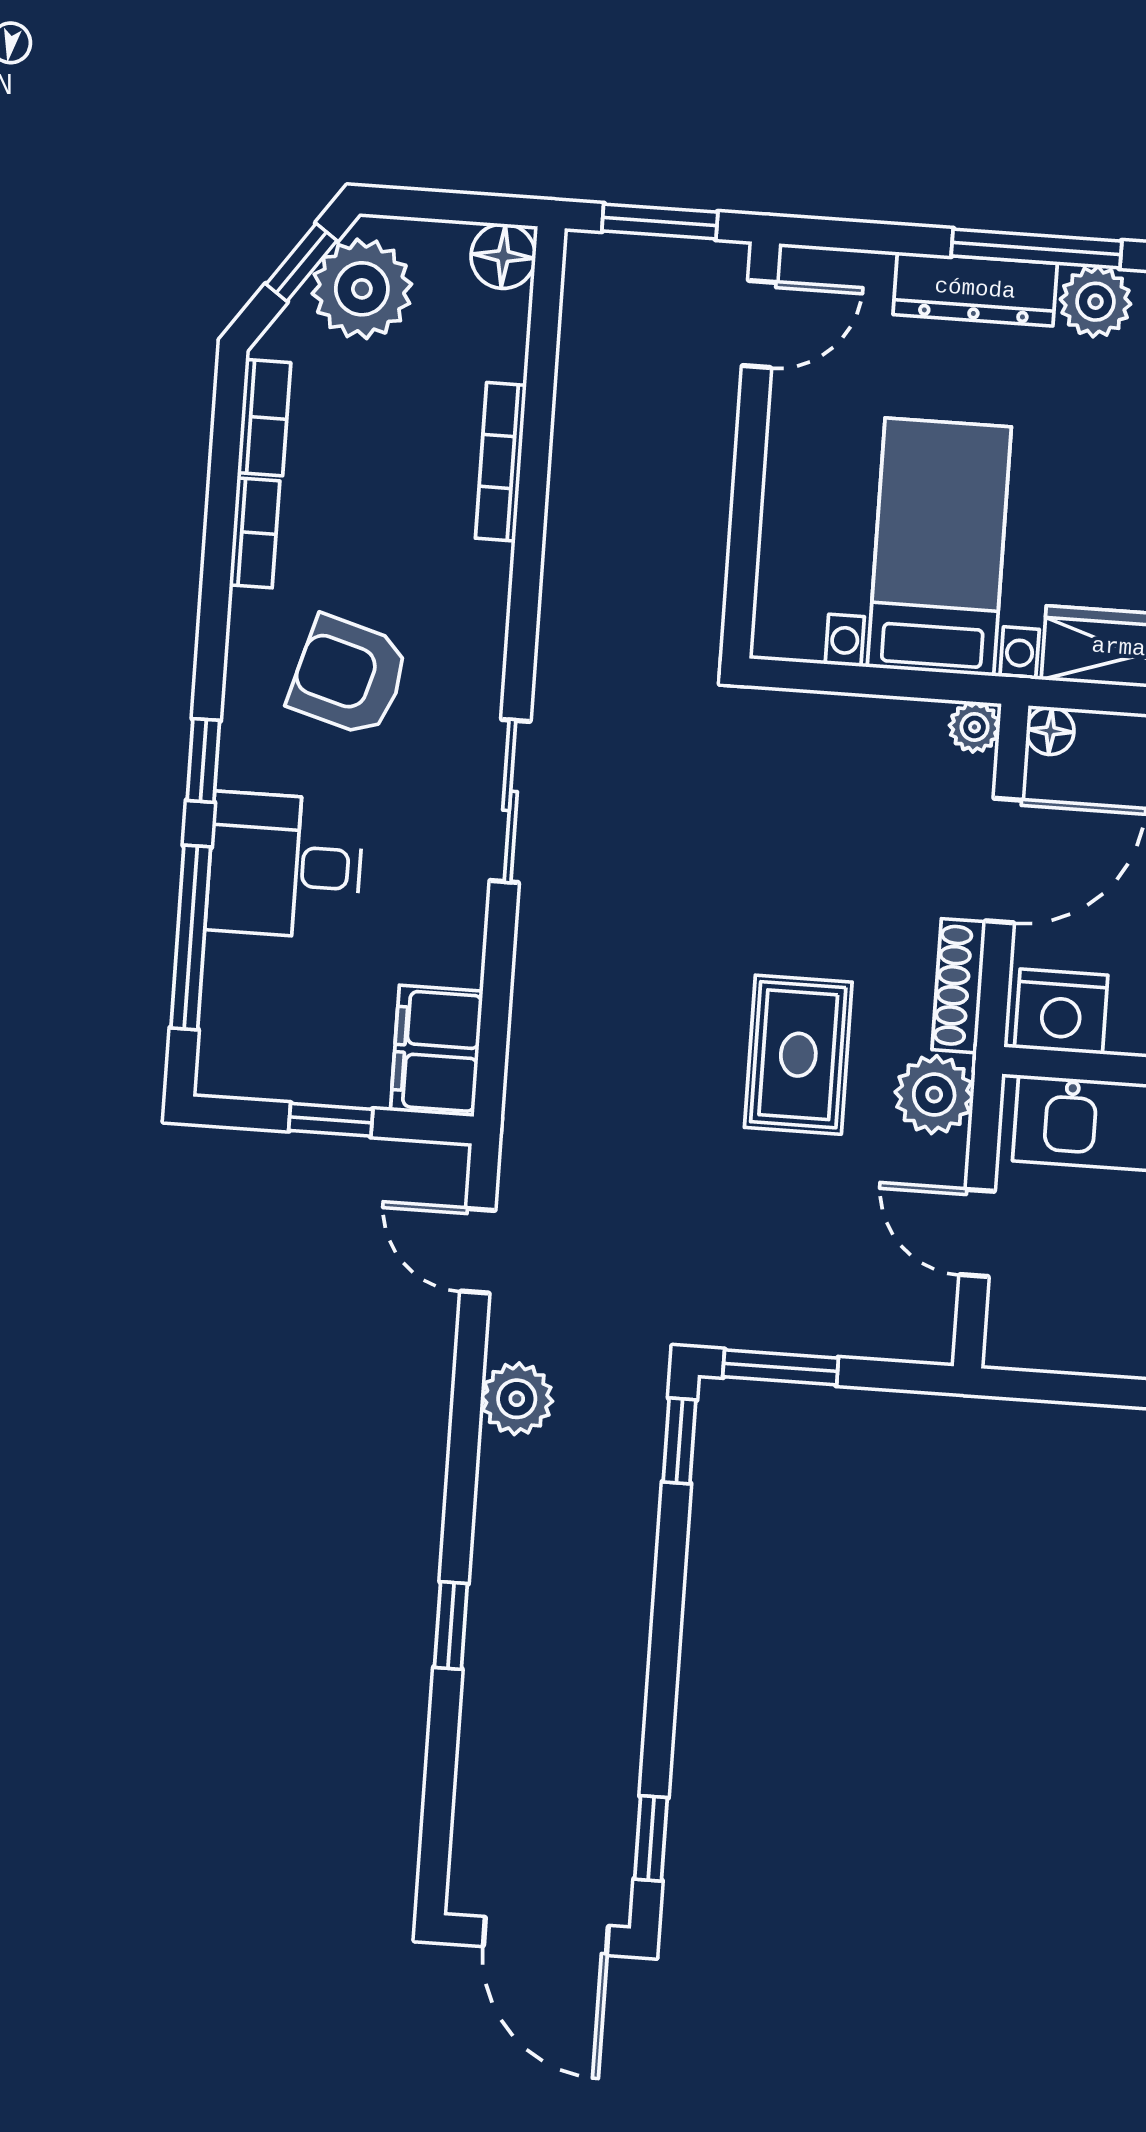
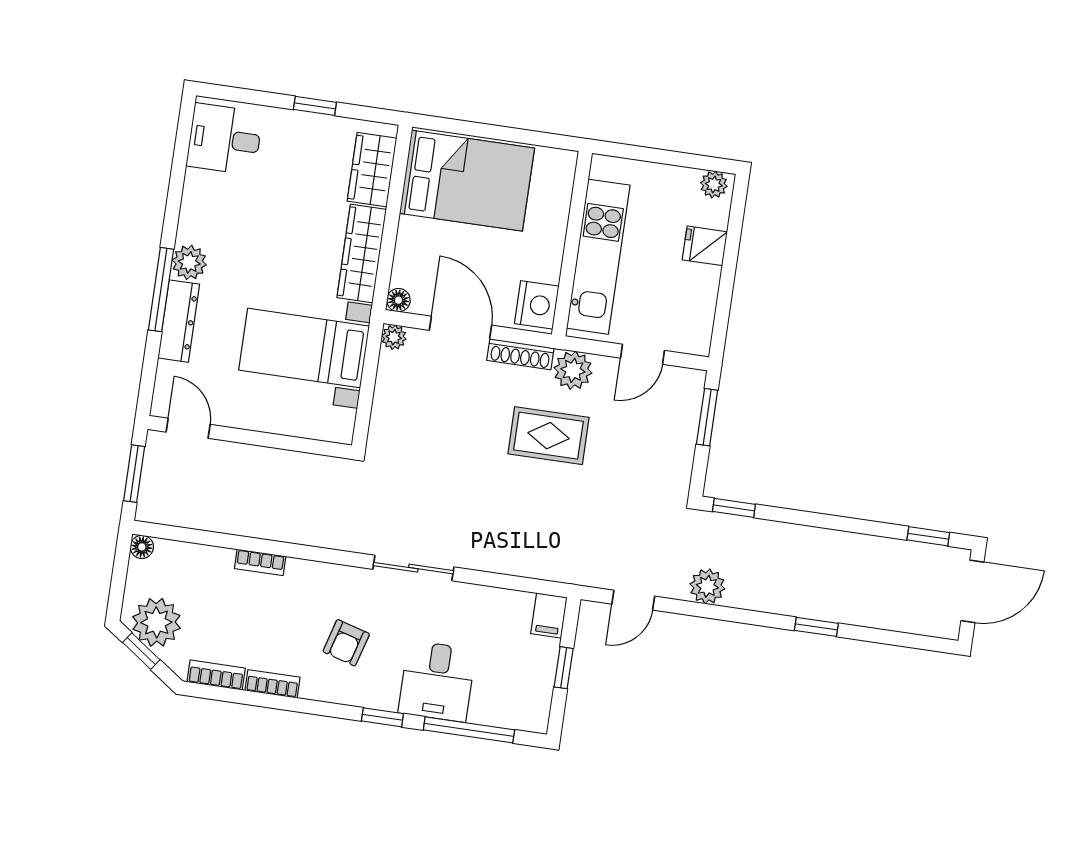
floor lamp: (503, 256) -> (142, 547), width x0.73, depth x0.73
bookcase: (501, 462) -> (260, 562), width x0.64
armchair: (349, 676) -> (346, 643), width x0.72, depth x0.72
filing cabinet: (437, 1051) -> (549, 615), width x0.50
window: (781, 1367) -> (707, 417), moved

